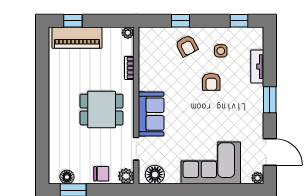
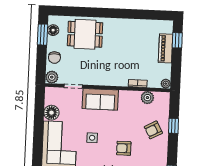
piano: (77, 38) -> (166, 48), width x0.73, depth x0.75
side table: (221, 51) -> (92, 138), moved
plant: (146, 55) -> (147, 98), added
dining table: (102, 110) -> (85, 34), moved, turned 90
floor lamp: (155, 175) -> (51, 113), moved

